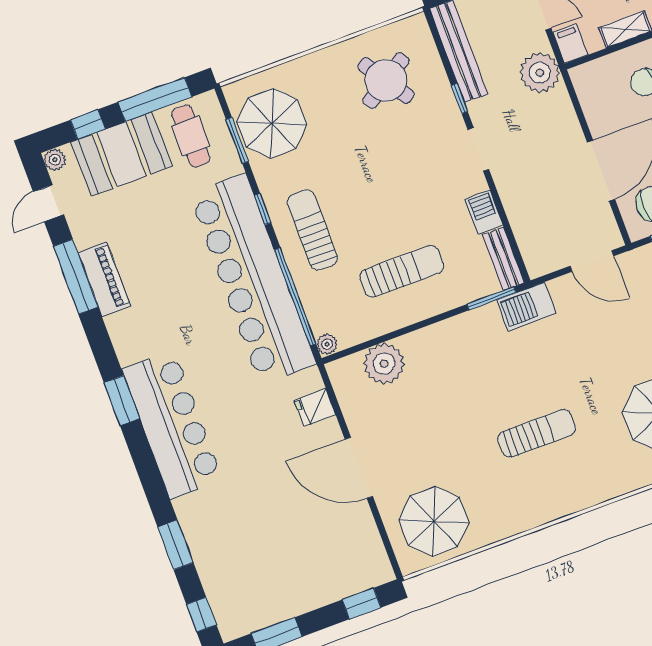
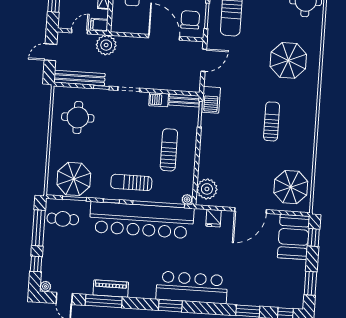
round table: (386, 80) -> (78, 117), turned 33
booth: (122, 154) -> (294, 237), moved
plant: (384, 364) -> (207, 189), moved

